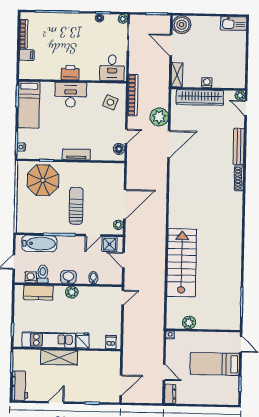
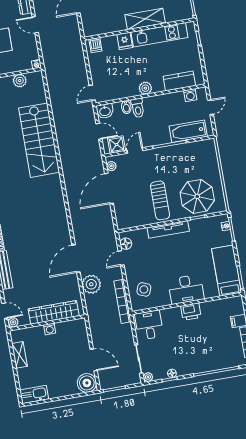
shelving: (177, 75) -> (19, 355), moved
tv unit: (76, 155) -> (168, 229), width x1.41
sun lounger: (76, 206) -> (160, 200), moved
toilet: (43, 274) -> (138, 108), moved
washbasin: (68, 277) -> (105, 111), moved

